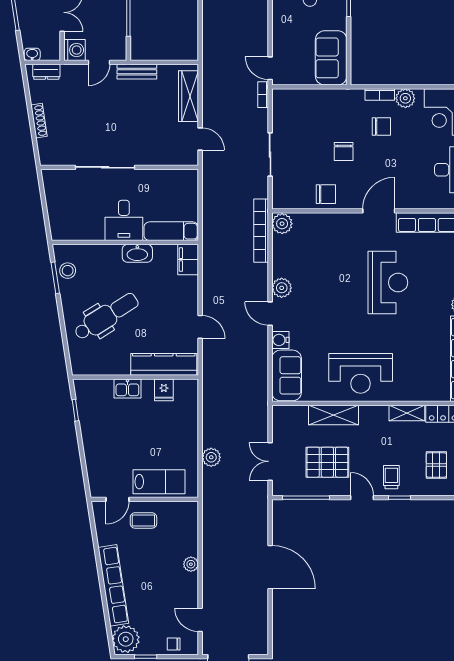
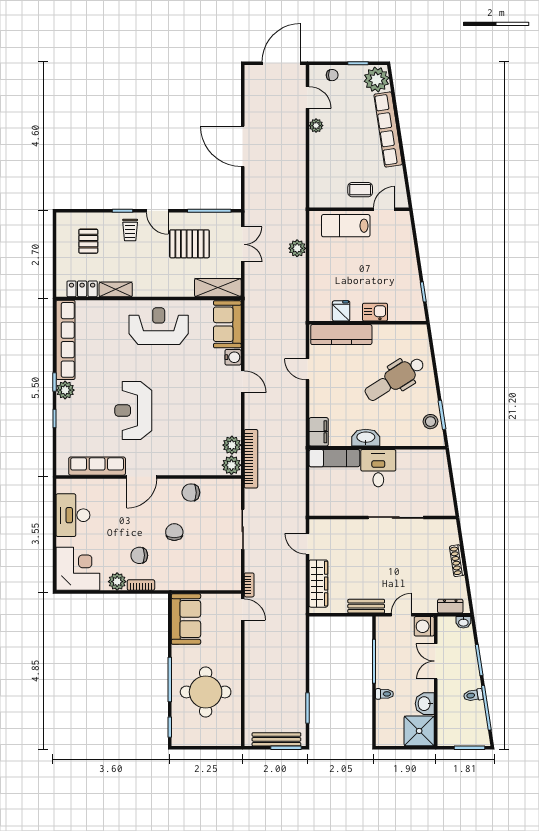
plant: (282, 288) -> (232, 445), moved
shelving: (333, 415) -> (218, 288), moved
plant: (191, 564) -> (316, 126), moved

